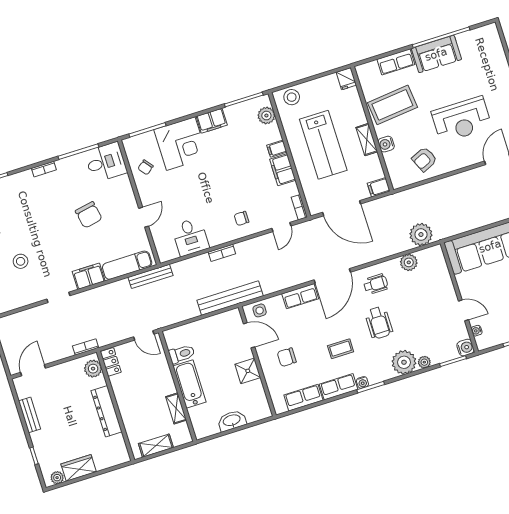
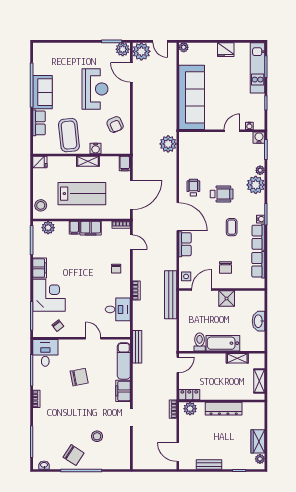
plant: (409, 262) -> (185, 159), removed

